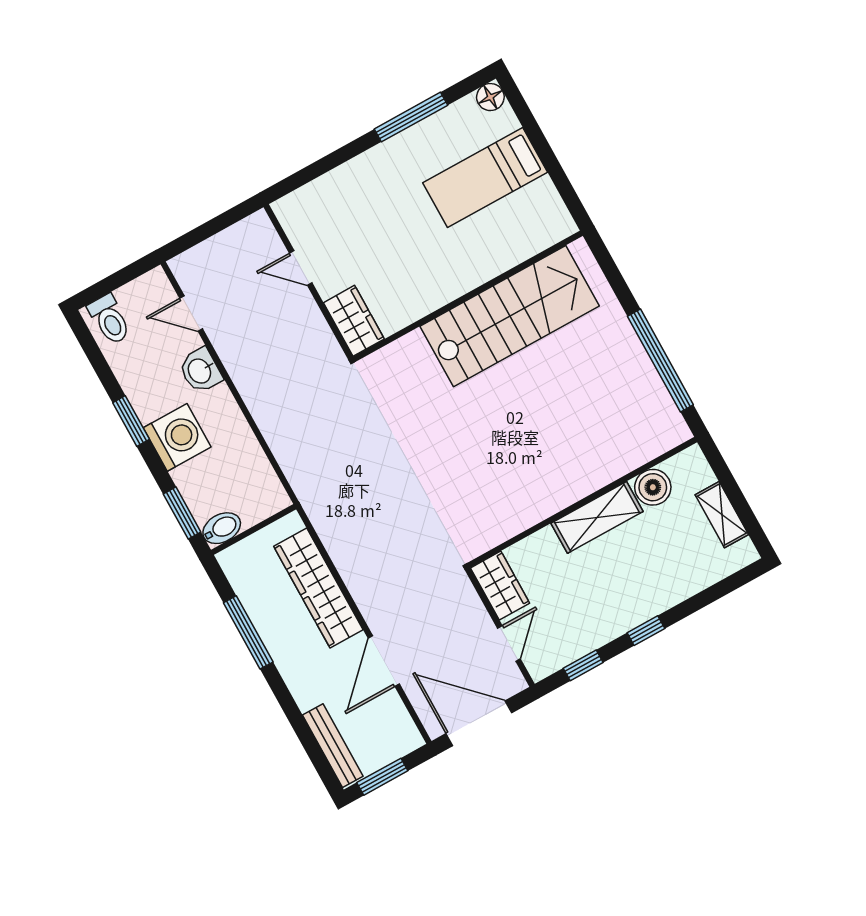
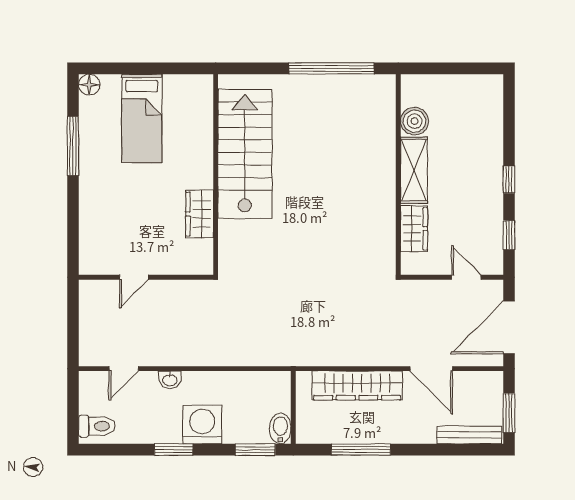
wardrobe: (354, 321) -> (200, 214), moved, turned -90
washbasin: (200, 371) -> (170, 380), width x0.72, depth x0.69
shelving: (722, 515) -> (459, 85), removed
wardrobe: (500, 586) -> (414, 229), moved, turned 90

